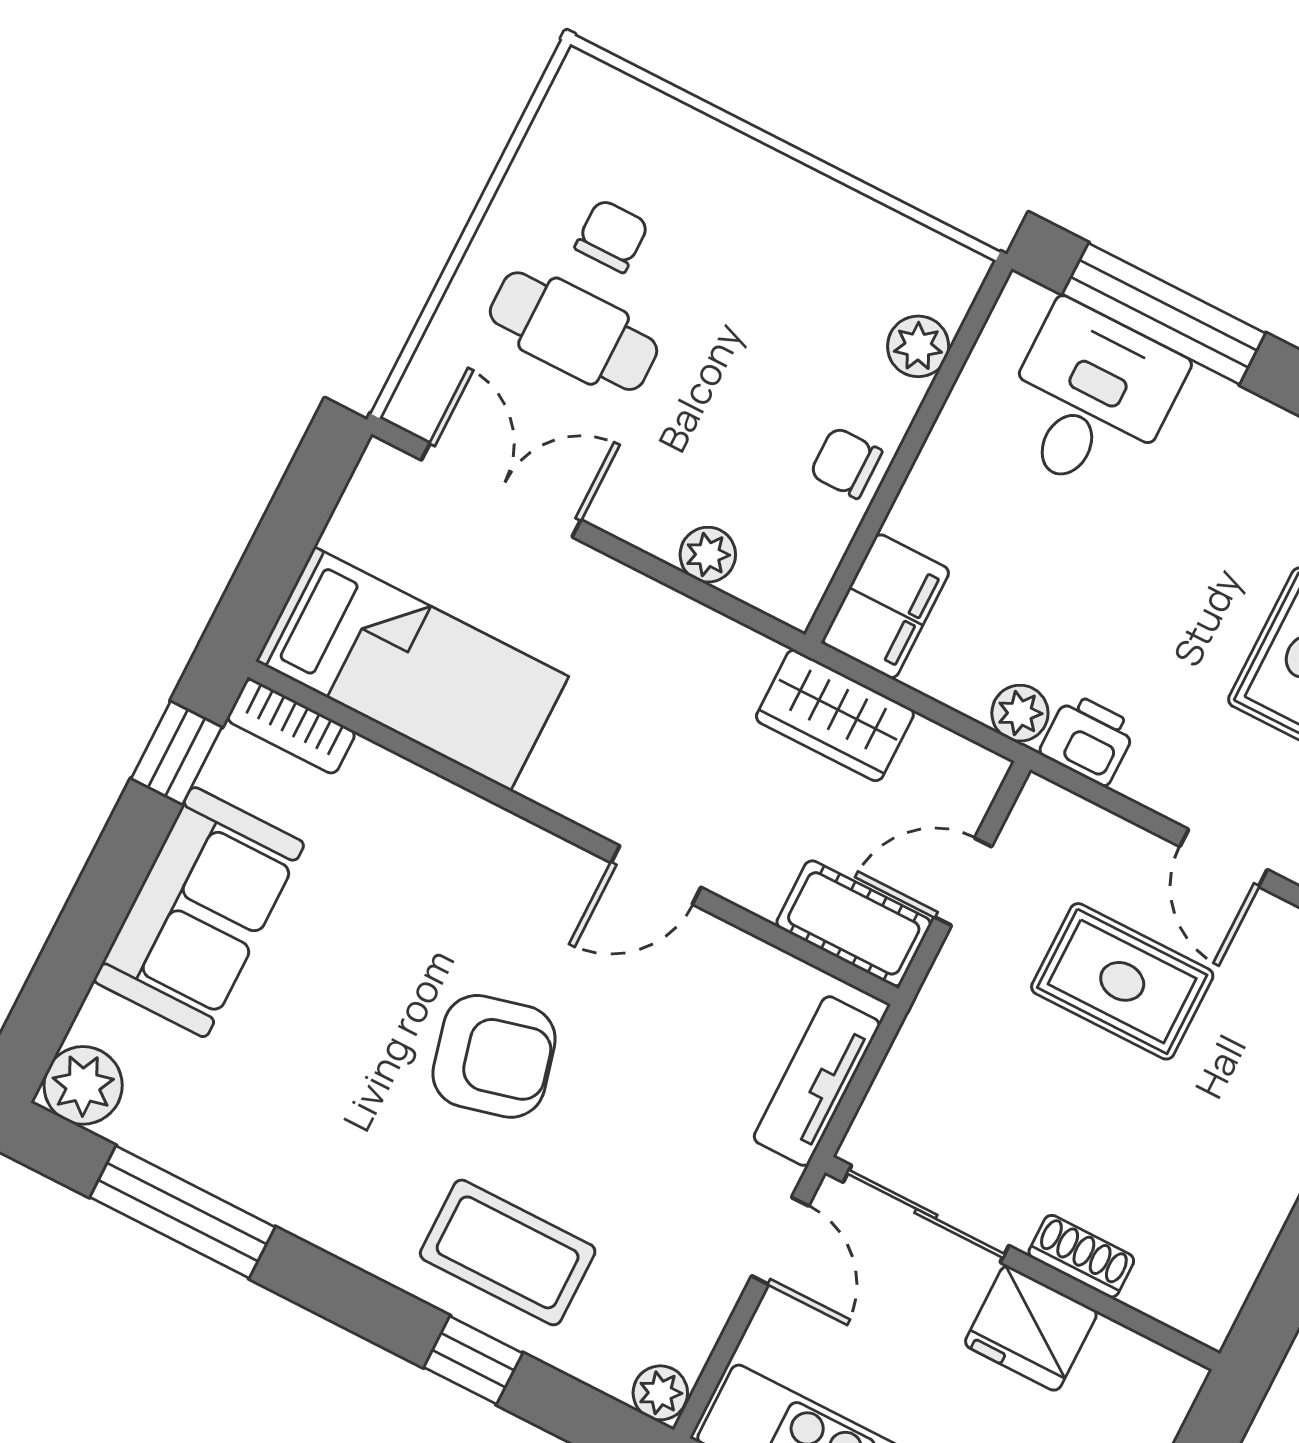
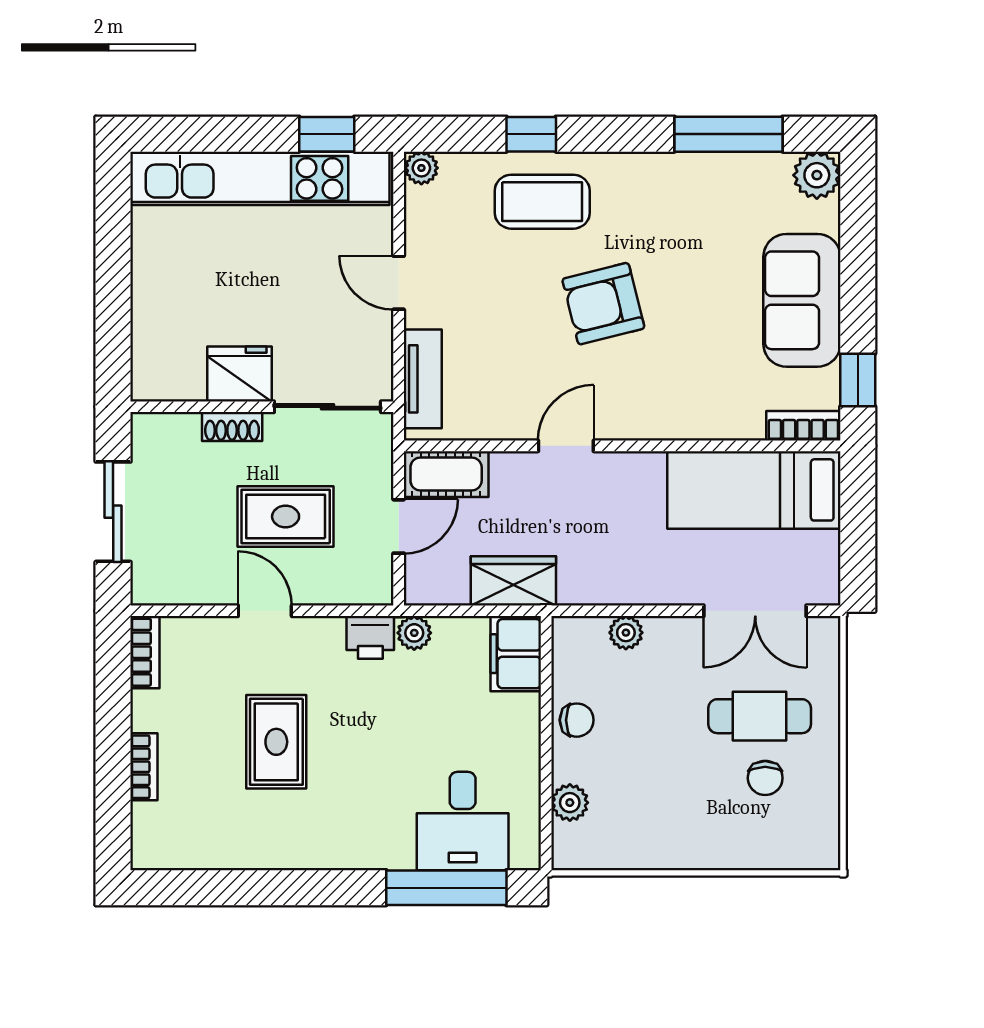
sliding door: (926, 1214) -> (327, 407), moved
shoe rack: (1081, 1256) -> (232, 427), moved
wall: (1023, 1263) -> (262, 407), moved
fridge: (1031, 1328) -> (240, 374), moved

